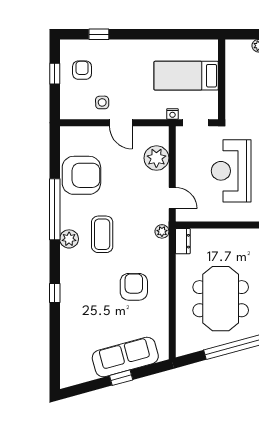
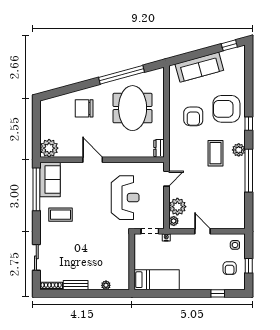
bed: (186, 76) -> (157, 280), moved
side table: (102, 102) -> (235, 245), moved
armchair: (81, 175) -> (226, 109), moved
door: (172, 198) -> (166, 179), swing flipped
plant: (162, 231) -> (174, 221), moved
window: (55, 293) -> (249, 124), moved
window: (121, 378) -> (229, 45), moved

